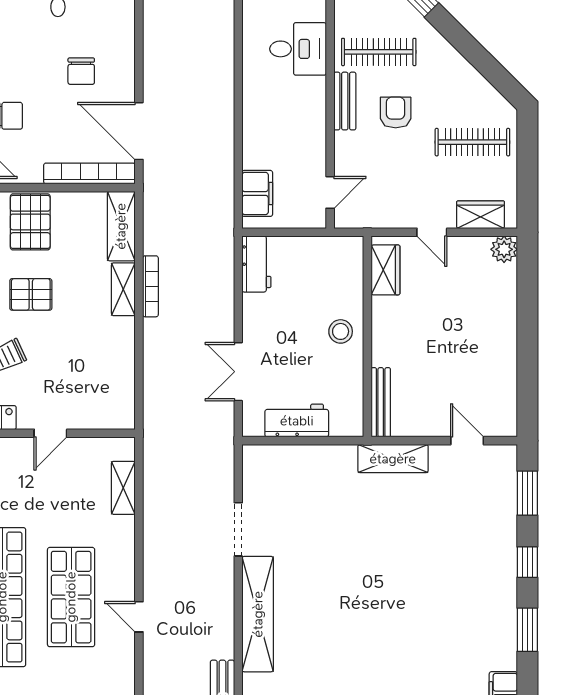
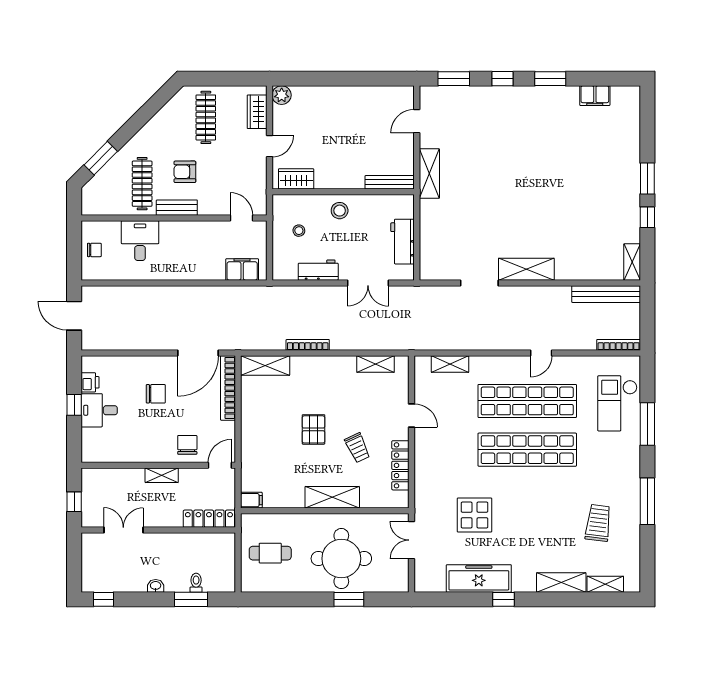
pallet: (30, 222) -> (262, 430), removed
workbench: (256, 264) -> (318, 270), moved
stool: (312, 274) -> (299, 231), added
shelving: (123, 289) -> (376, 364), moved
shop shelf: (71, 597) -> (527, 401), width x1.40
shelving: (258, 614) -> (526, 269), width x0.68

